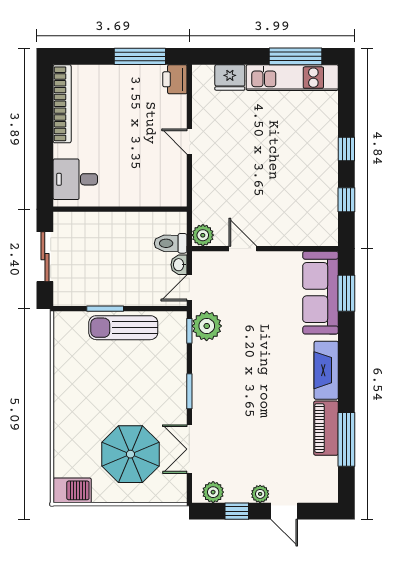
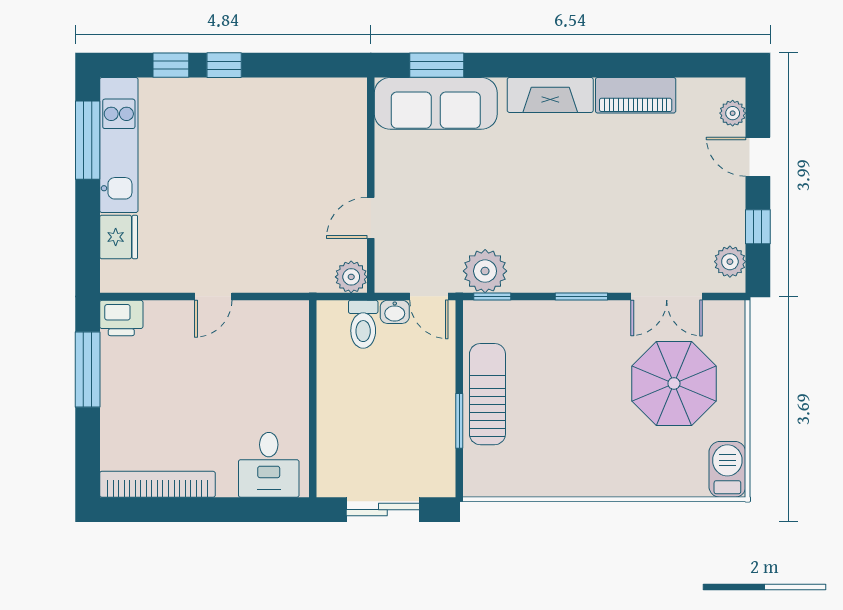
window: (346, 200) -> (171, 65), moved
sun lounger: (123, 328) -> (487, 394), turned 180
window: (346, 439) -> (652, 65), removed
plant: (260, 494) -> (733, 113), moved
door: (284, 511) -> (758, 157), swing flipped

